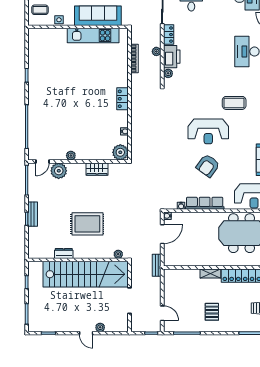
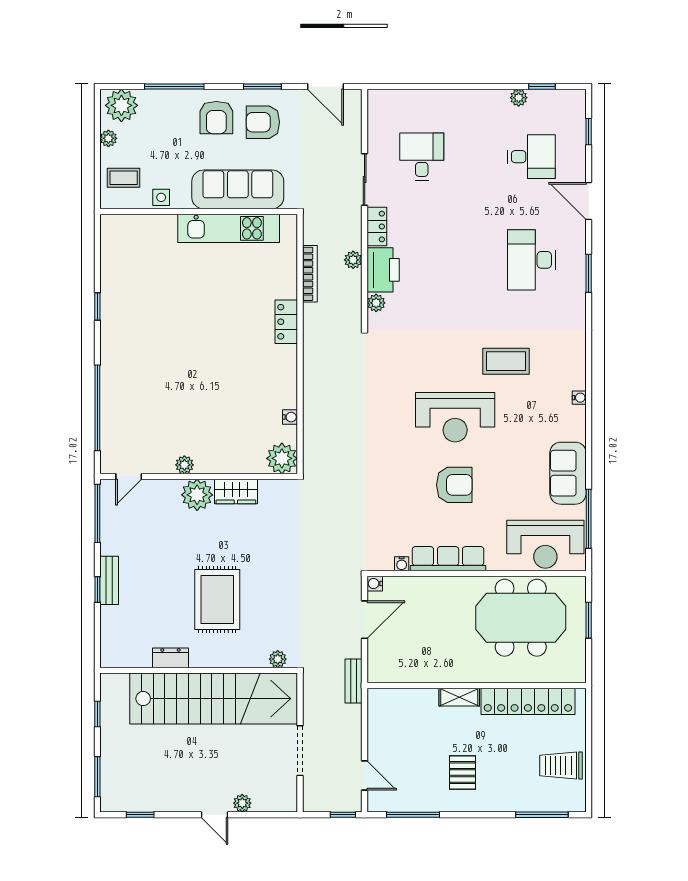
locker: (123, 99) -> (286, 322), moved
armchair: (208, 166) -> (454, 485), turned -126
plant: (59, 171) -> (197, 495), moved
rug: (87, 224) -> (217, 599), turned 90

